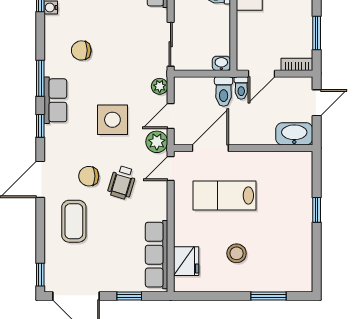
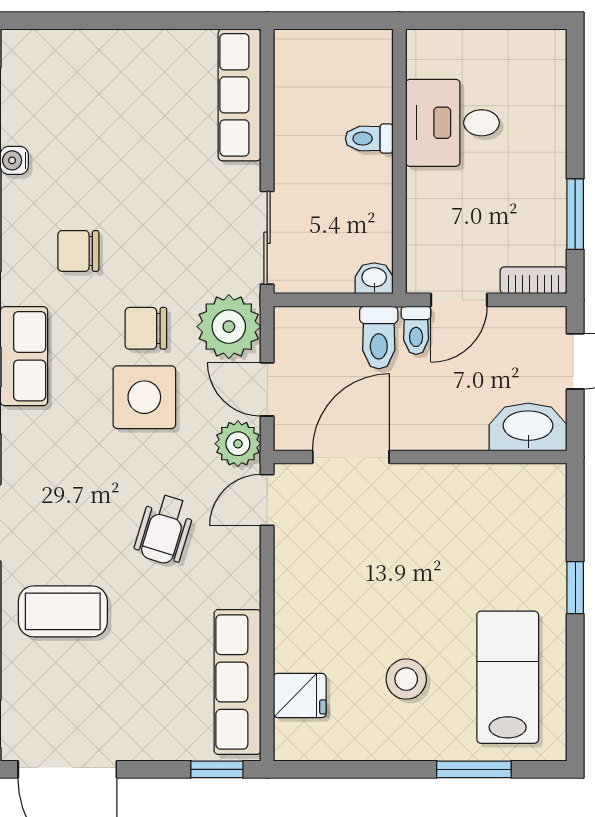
plant: (160, 86) -> (229, 327), width x1.87, depth x1.87
door: (171, 116) -> (267, 389), hinge flipped
chair: (89, 176) -> (146, 328), moved
lab bench: (225, 196) -> (508, 677), moved, turned 90
coffee table: (74, 221) -> (63, 611), turned 90
fridge: (186, 261) -> (300, 695), width x0.72
window: (129, 296) -> (217, 769), moved

